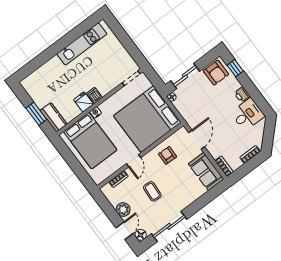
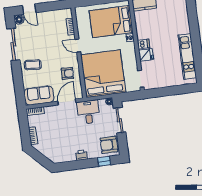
fridge: (83, 102) -> (146, 55), moved
desk: (248, 114) -> (88, 112), moved, turned 180
door: (197, 140) -> (67, 102), swing flipped
coffee table: (152, 191) -> (33, 65), moved
plant: (123, 209) -> (46, 17), removed

